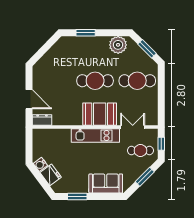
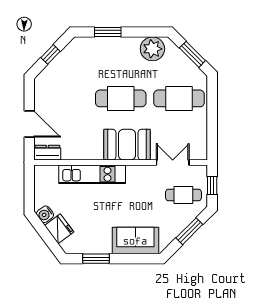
window: (44, 49) -> (51, 54), added
kitchen unit: (95, 136) -> (92, 174), moved

